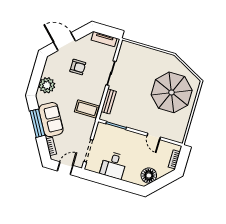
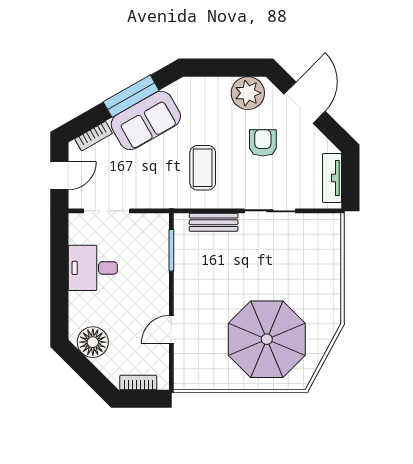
armchair: (78, 67) -> (263, 143), turned 180
plant: (47, 85) -> (248, 93), moved
coffee table: (87, 109) -> (203, 168), moved
door: (65, 168) -> (59, 176), hinge flipped

